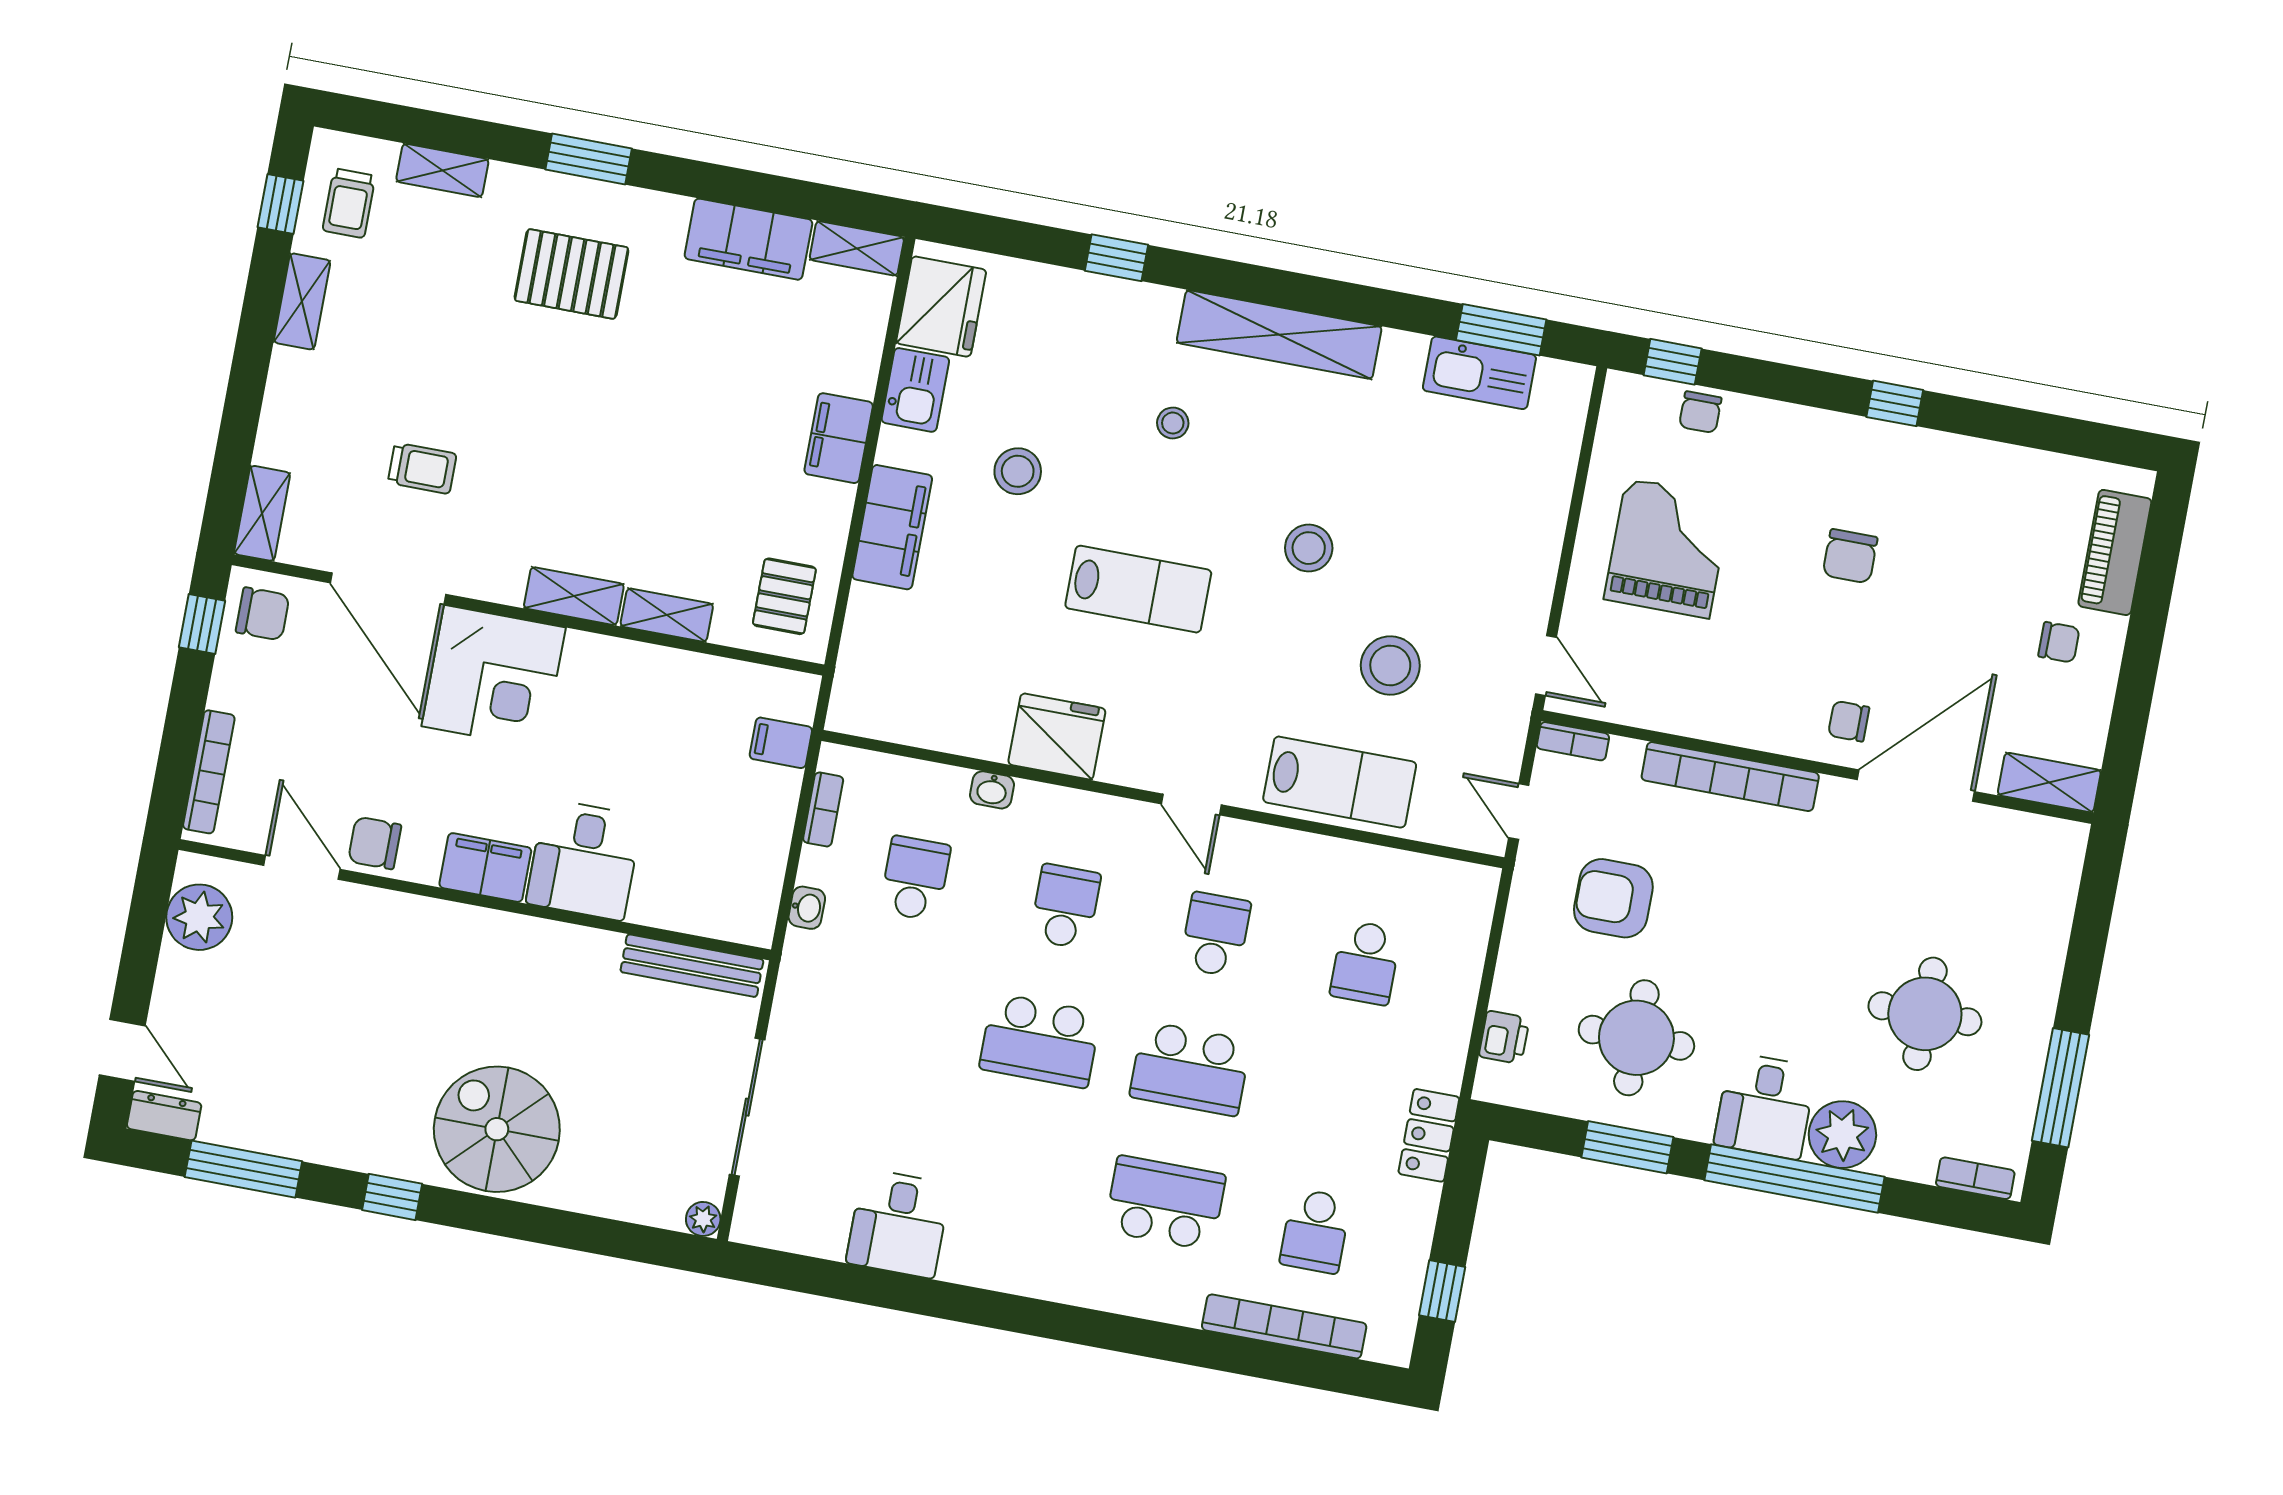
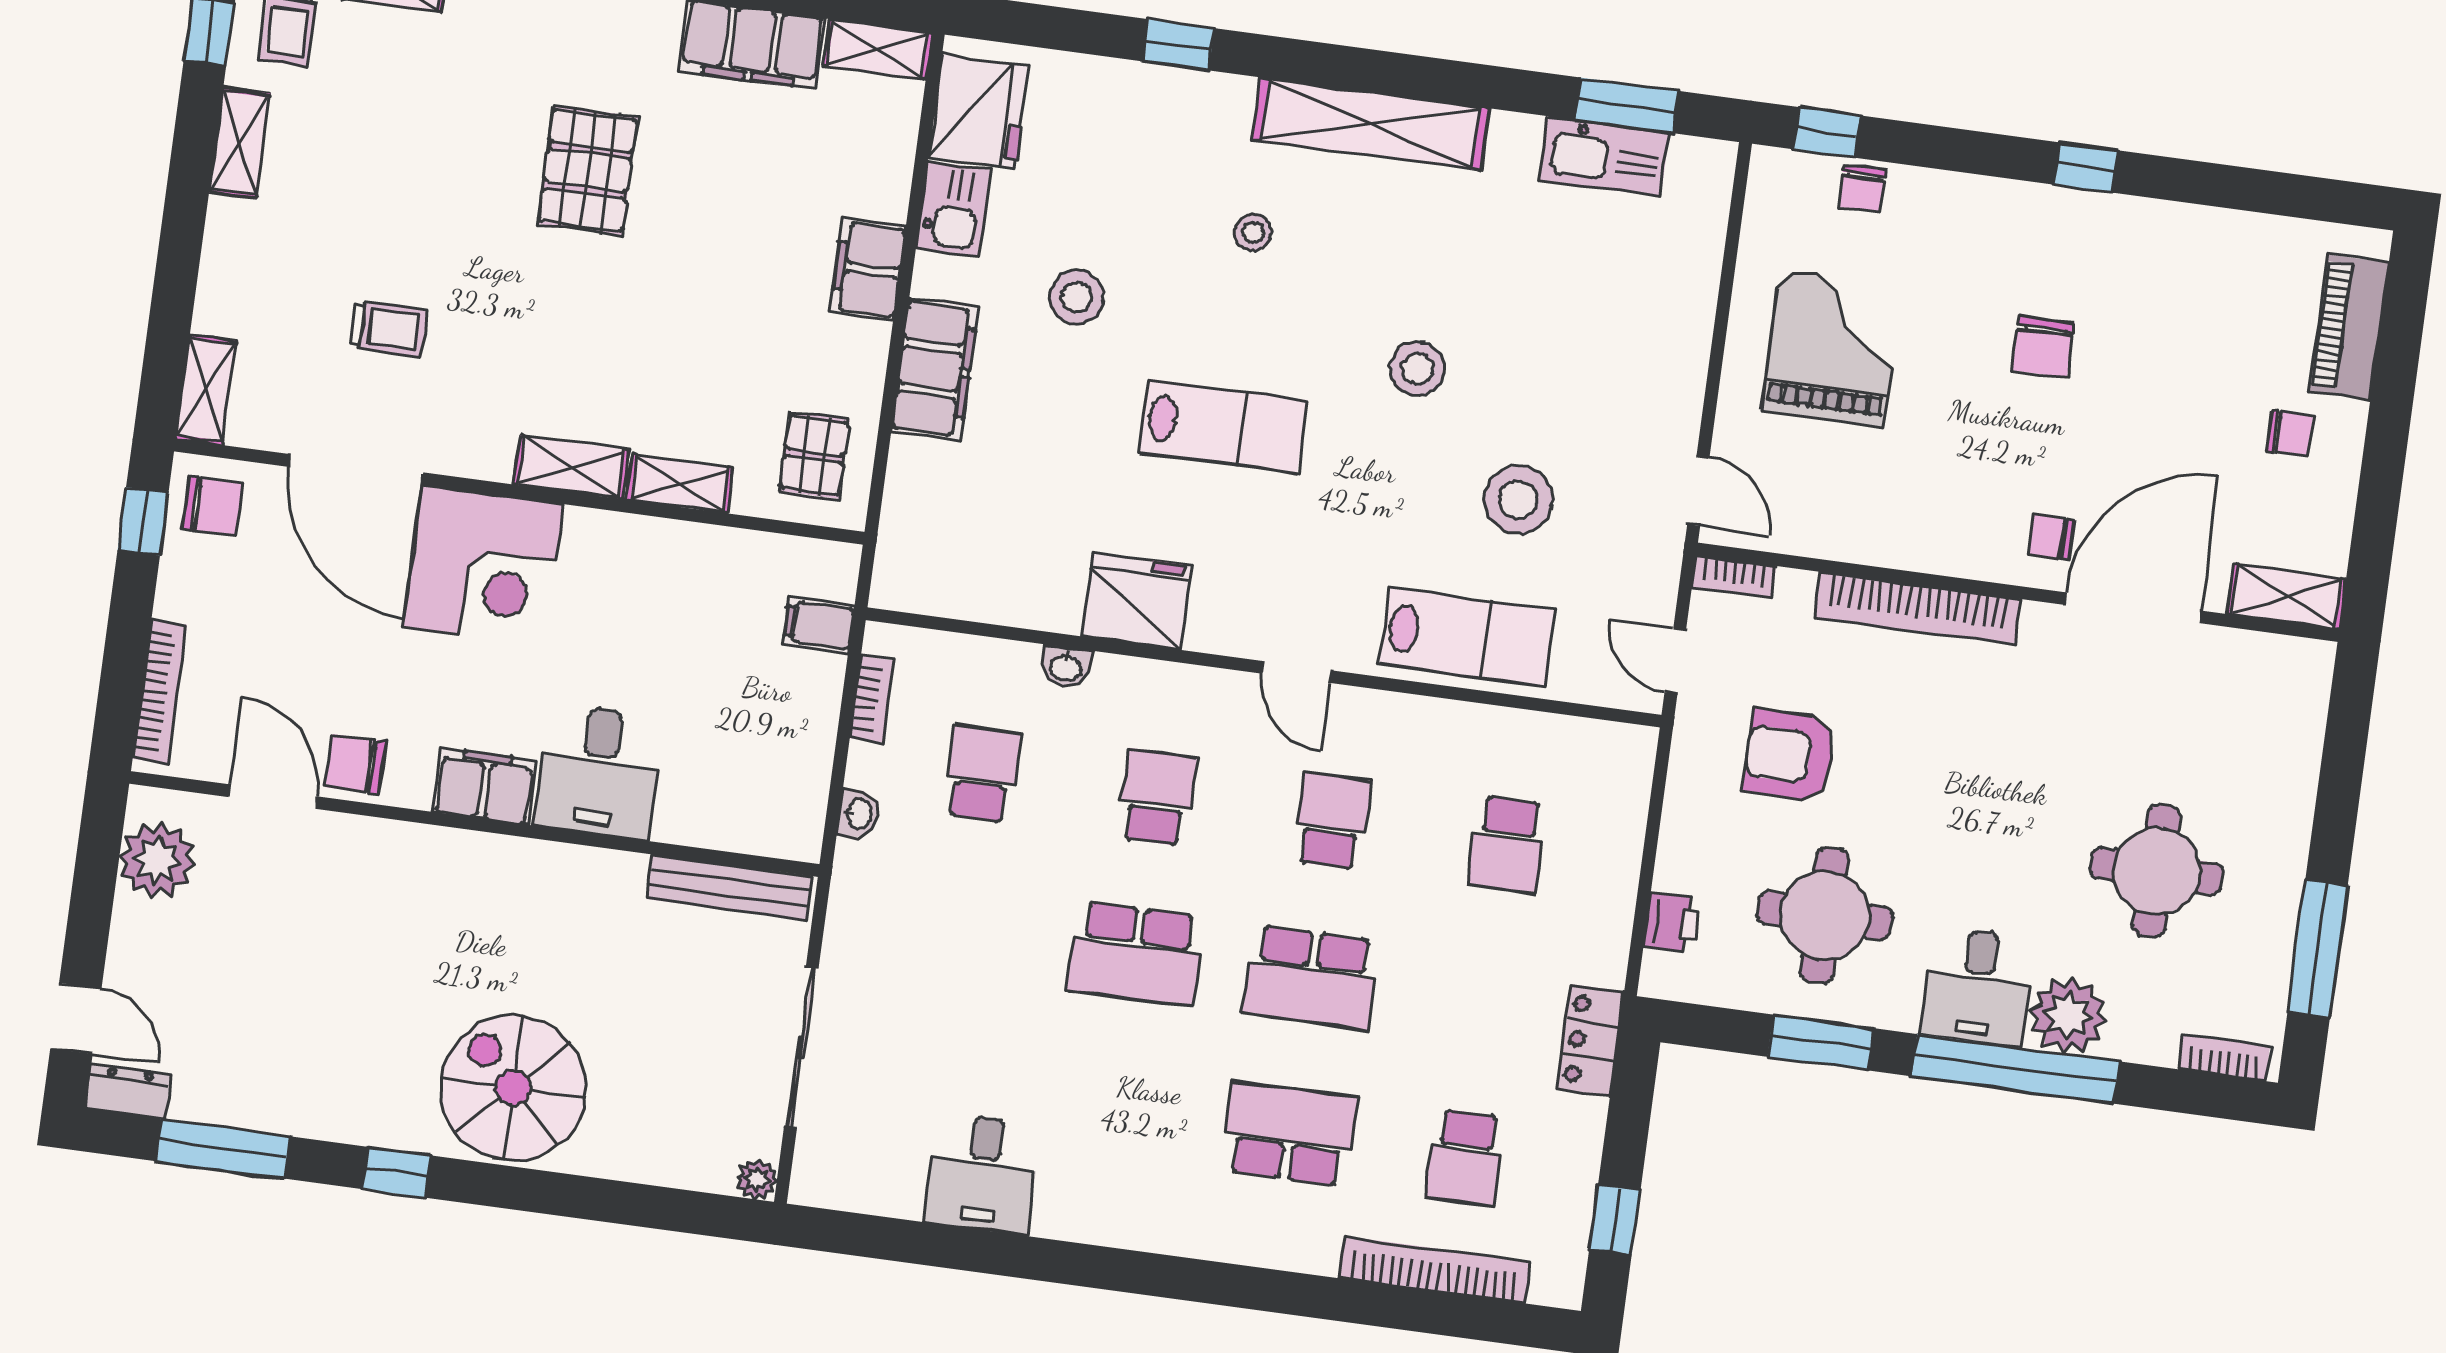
pallet: (571, 274) -> (588, 170), moved, turned 90

